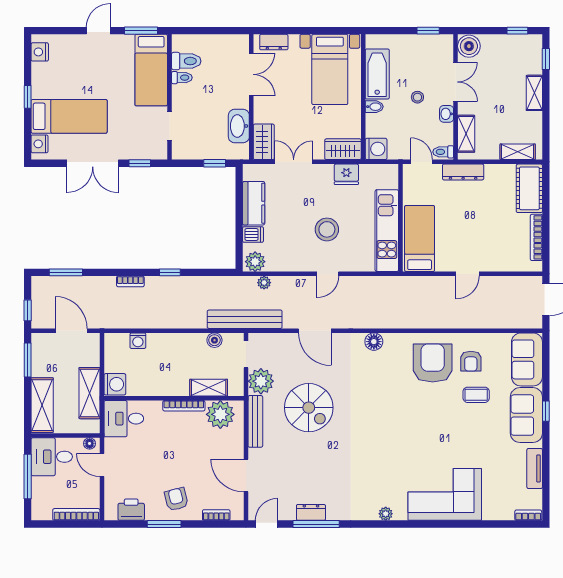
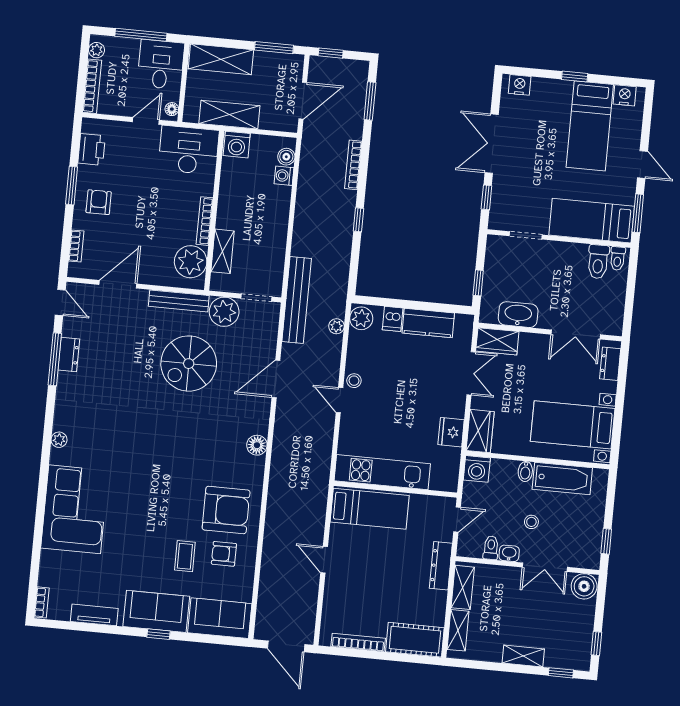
toilet: (182, 78) -> (618, 258), moved
bed: (69, 116) -> (590, 126), moved
shelving: (466, 134) -> (463, 587), moved, turned 90
toilet: (443, 152) -> (491, 548), moved
stool: (327, 229) -> (354, 381), moved, width x0.53, depth x0.53
bookcase: (130, 281) -> (353, 165), width x1.56
boiler: (214, 340) -> (286, 157), moved
desk: (124, 419) -> (189, 150), width x1.37
armchair: (176, 499) -> (99, 202), turned -76
plant: (45, 514) -> (97, 50), added

